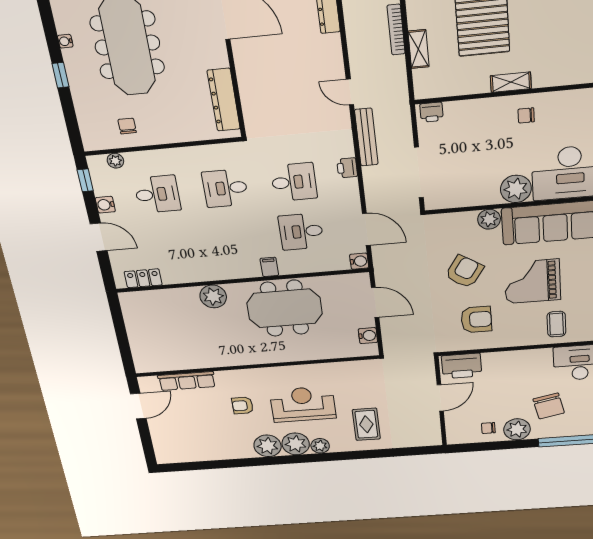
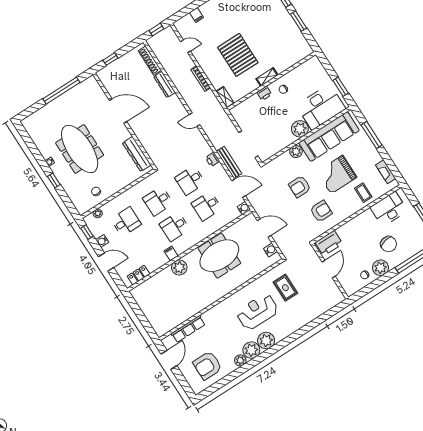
shelving: (419, 49) -> (225, 97), moved
printer: (431, 112) -> (264, 93), moved
bench: (366, 137) -> (229, 162), moved
desk: (294, 182) -> (190, 180), turned 180
desk: (234, 237) -> (175, 227), added
filing cabinet: (269, 267) -> (171, 253), moved
armchair: (464, 272) -> (300, 187), turned -123
armchair: (243, 406) -> (207, 365), moved, width x1.88, depth x1.88
rug: (366, 424) -> (285, 288), moved
plant: (320, 446) -> (240, 360), moved

